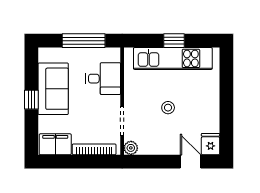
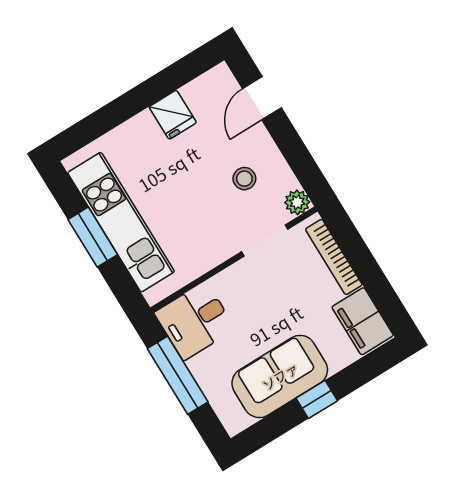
window: (174, 41) -> (93, 237), width x1.50
desk: (103, 79) -> (195, 321), moved, turned -90
stool: (168, 108) -> (244, 179), moved
fridge: (211, 144) -> (173, 115), moved, turned -90

